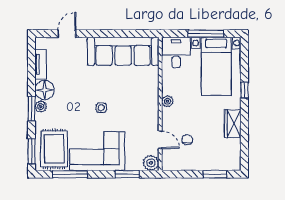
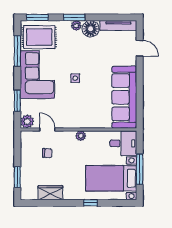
tv unit: (41, 64) -> (118, 25), width x1.41
wardrobe: (233, 124) -> (50, 193), moved
door: (160, 140) -> (47, 130), swing flipped

